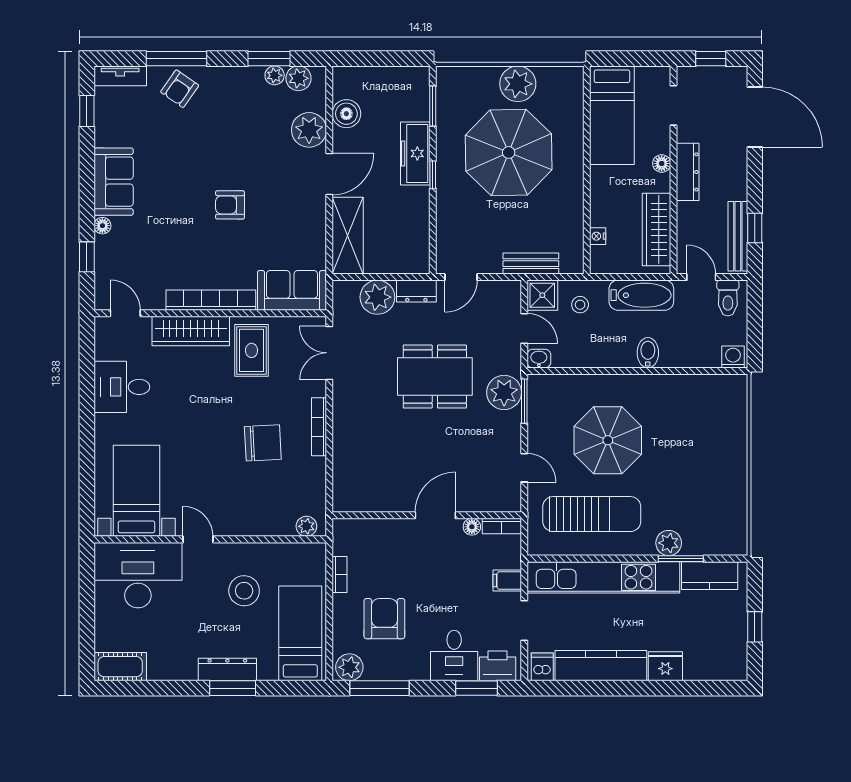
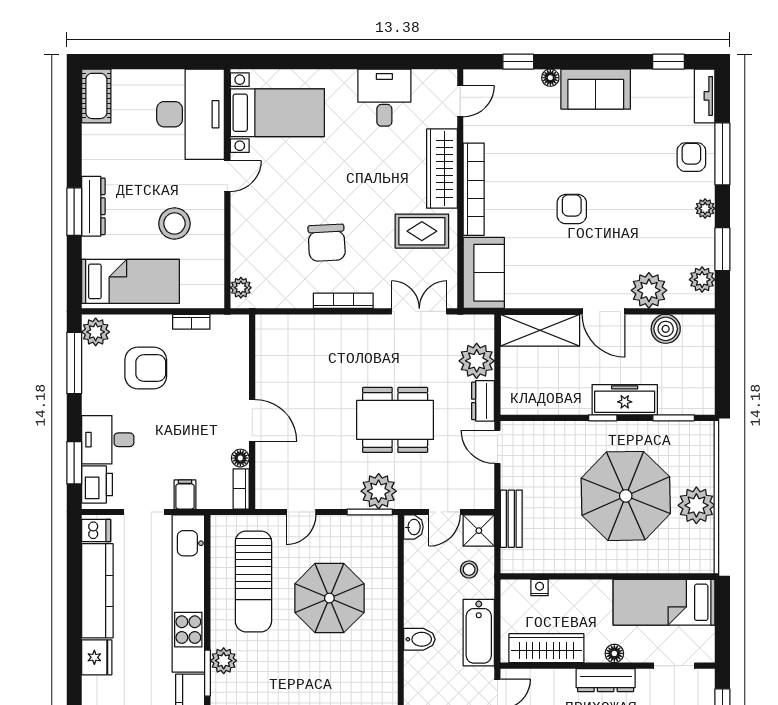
plant: (275, 75) -> (705, 208), moved
armchair: (180, 89) -> (691, 157), turned 55
dining table: (435, 376) -> (395, 420), turned 90

